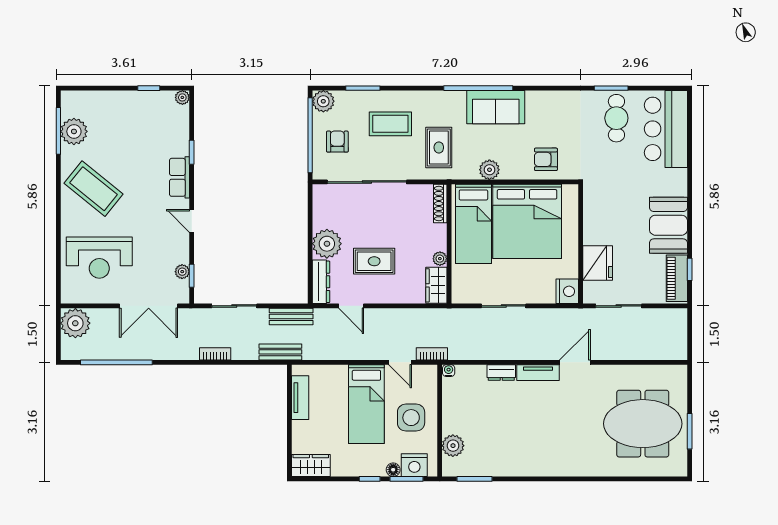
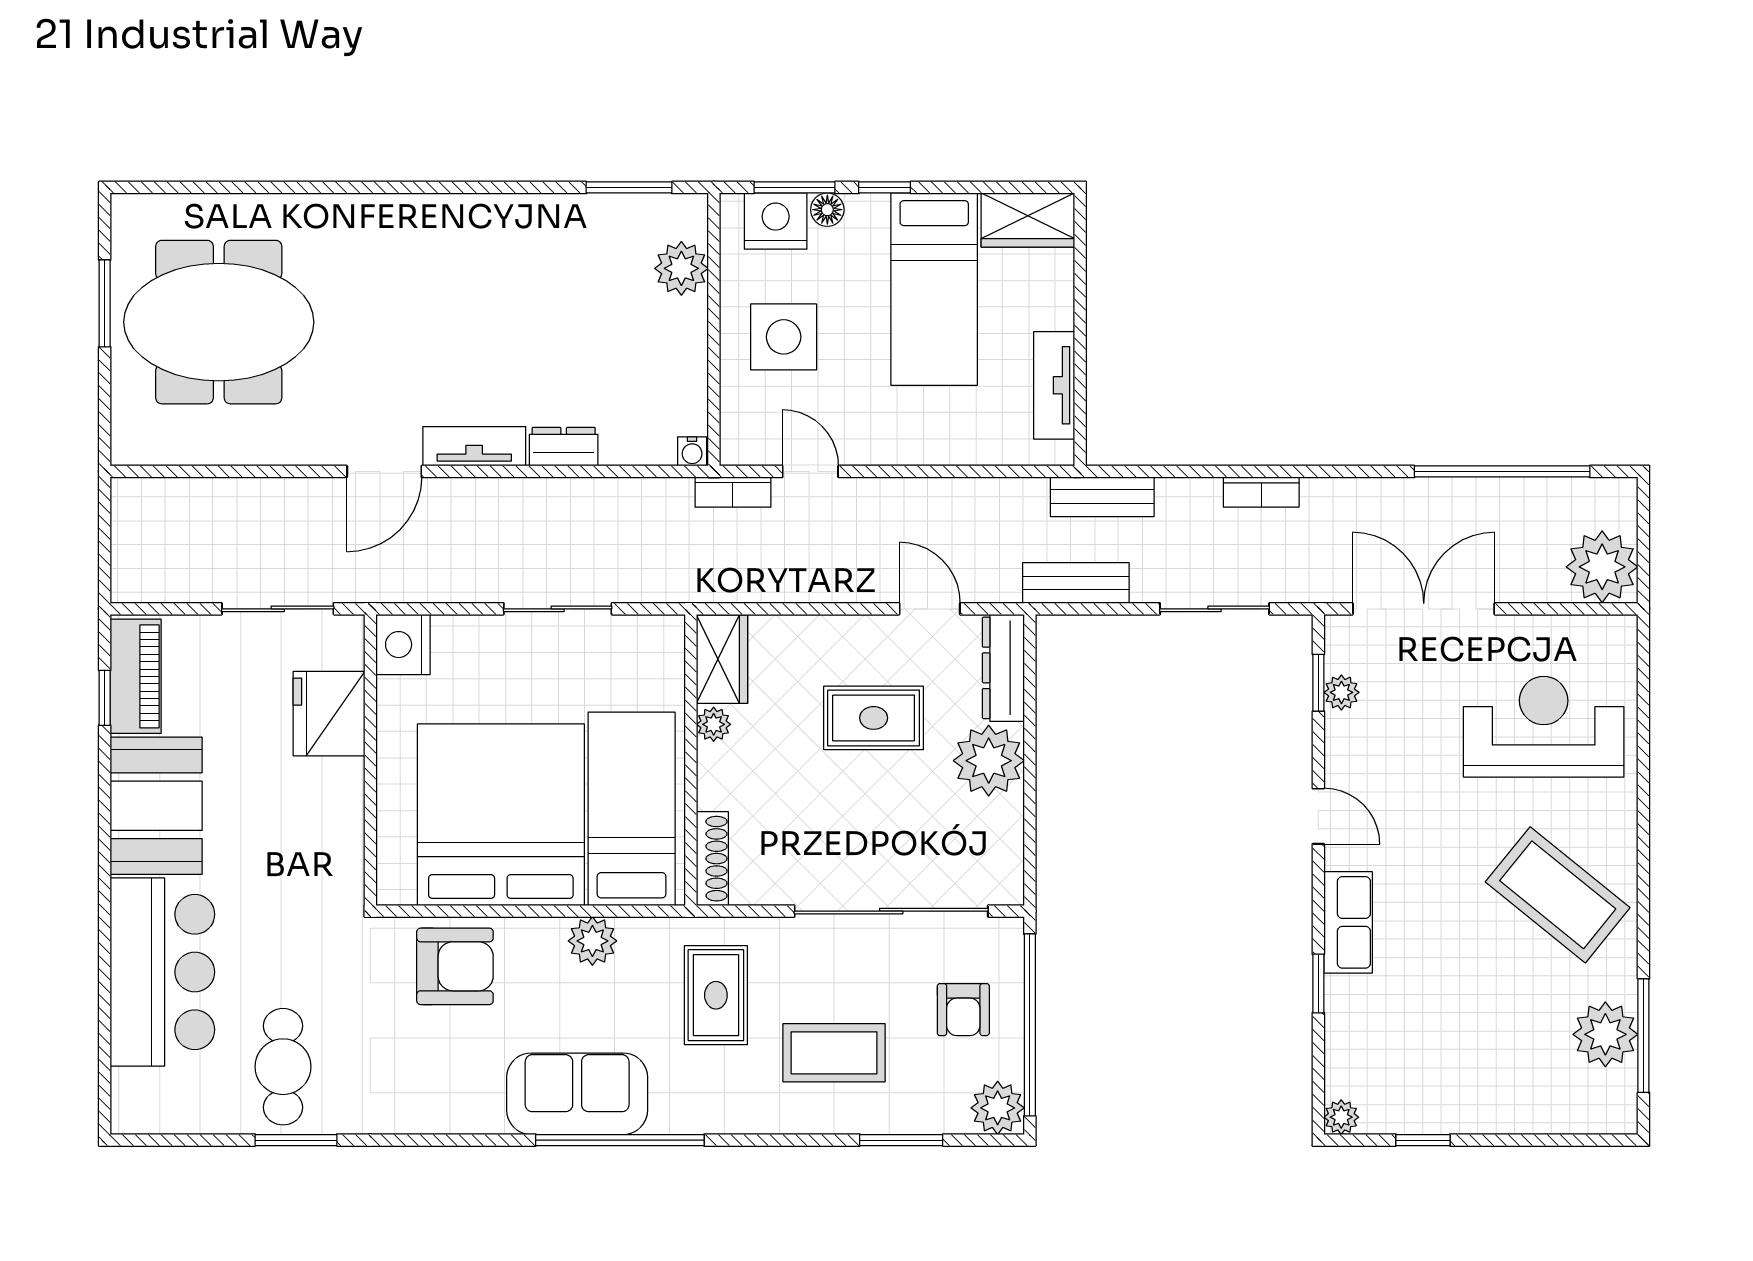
bar counter: (666, 129) -> (162, 972), moved
armchair: (546, 159) -> (455, 966), width x1.38, depth x1.38
bed: (366, 404) -> (934, 289), moved, turned 180

